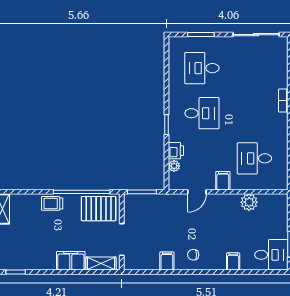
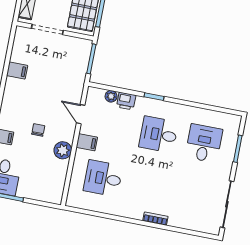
desk: (202, 113) -> (159, 134), turned 90
desk: (254, 158) -> (103, 178), turned -90
plant: (249, 202) -> (63, 150), moved
chair: (193, 255) -> (38, 130), moved

